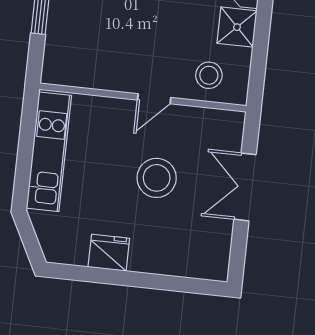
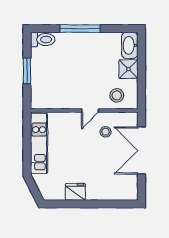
stool: (157, 178) -> (105, 132), moved, width x0.53, depth x0.53
double door: (245, 187) -> (141, 151), width x1.37

